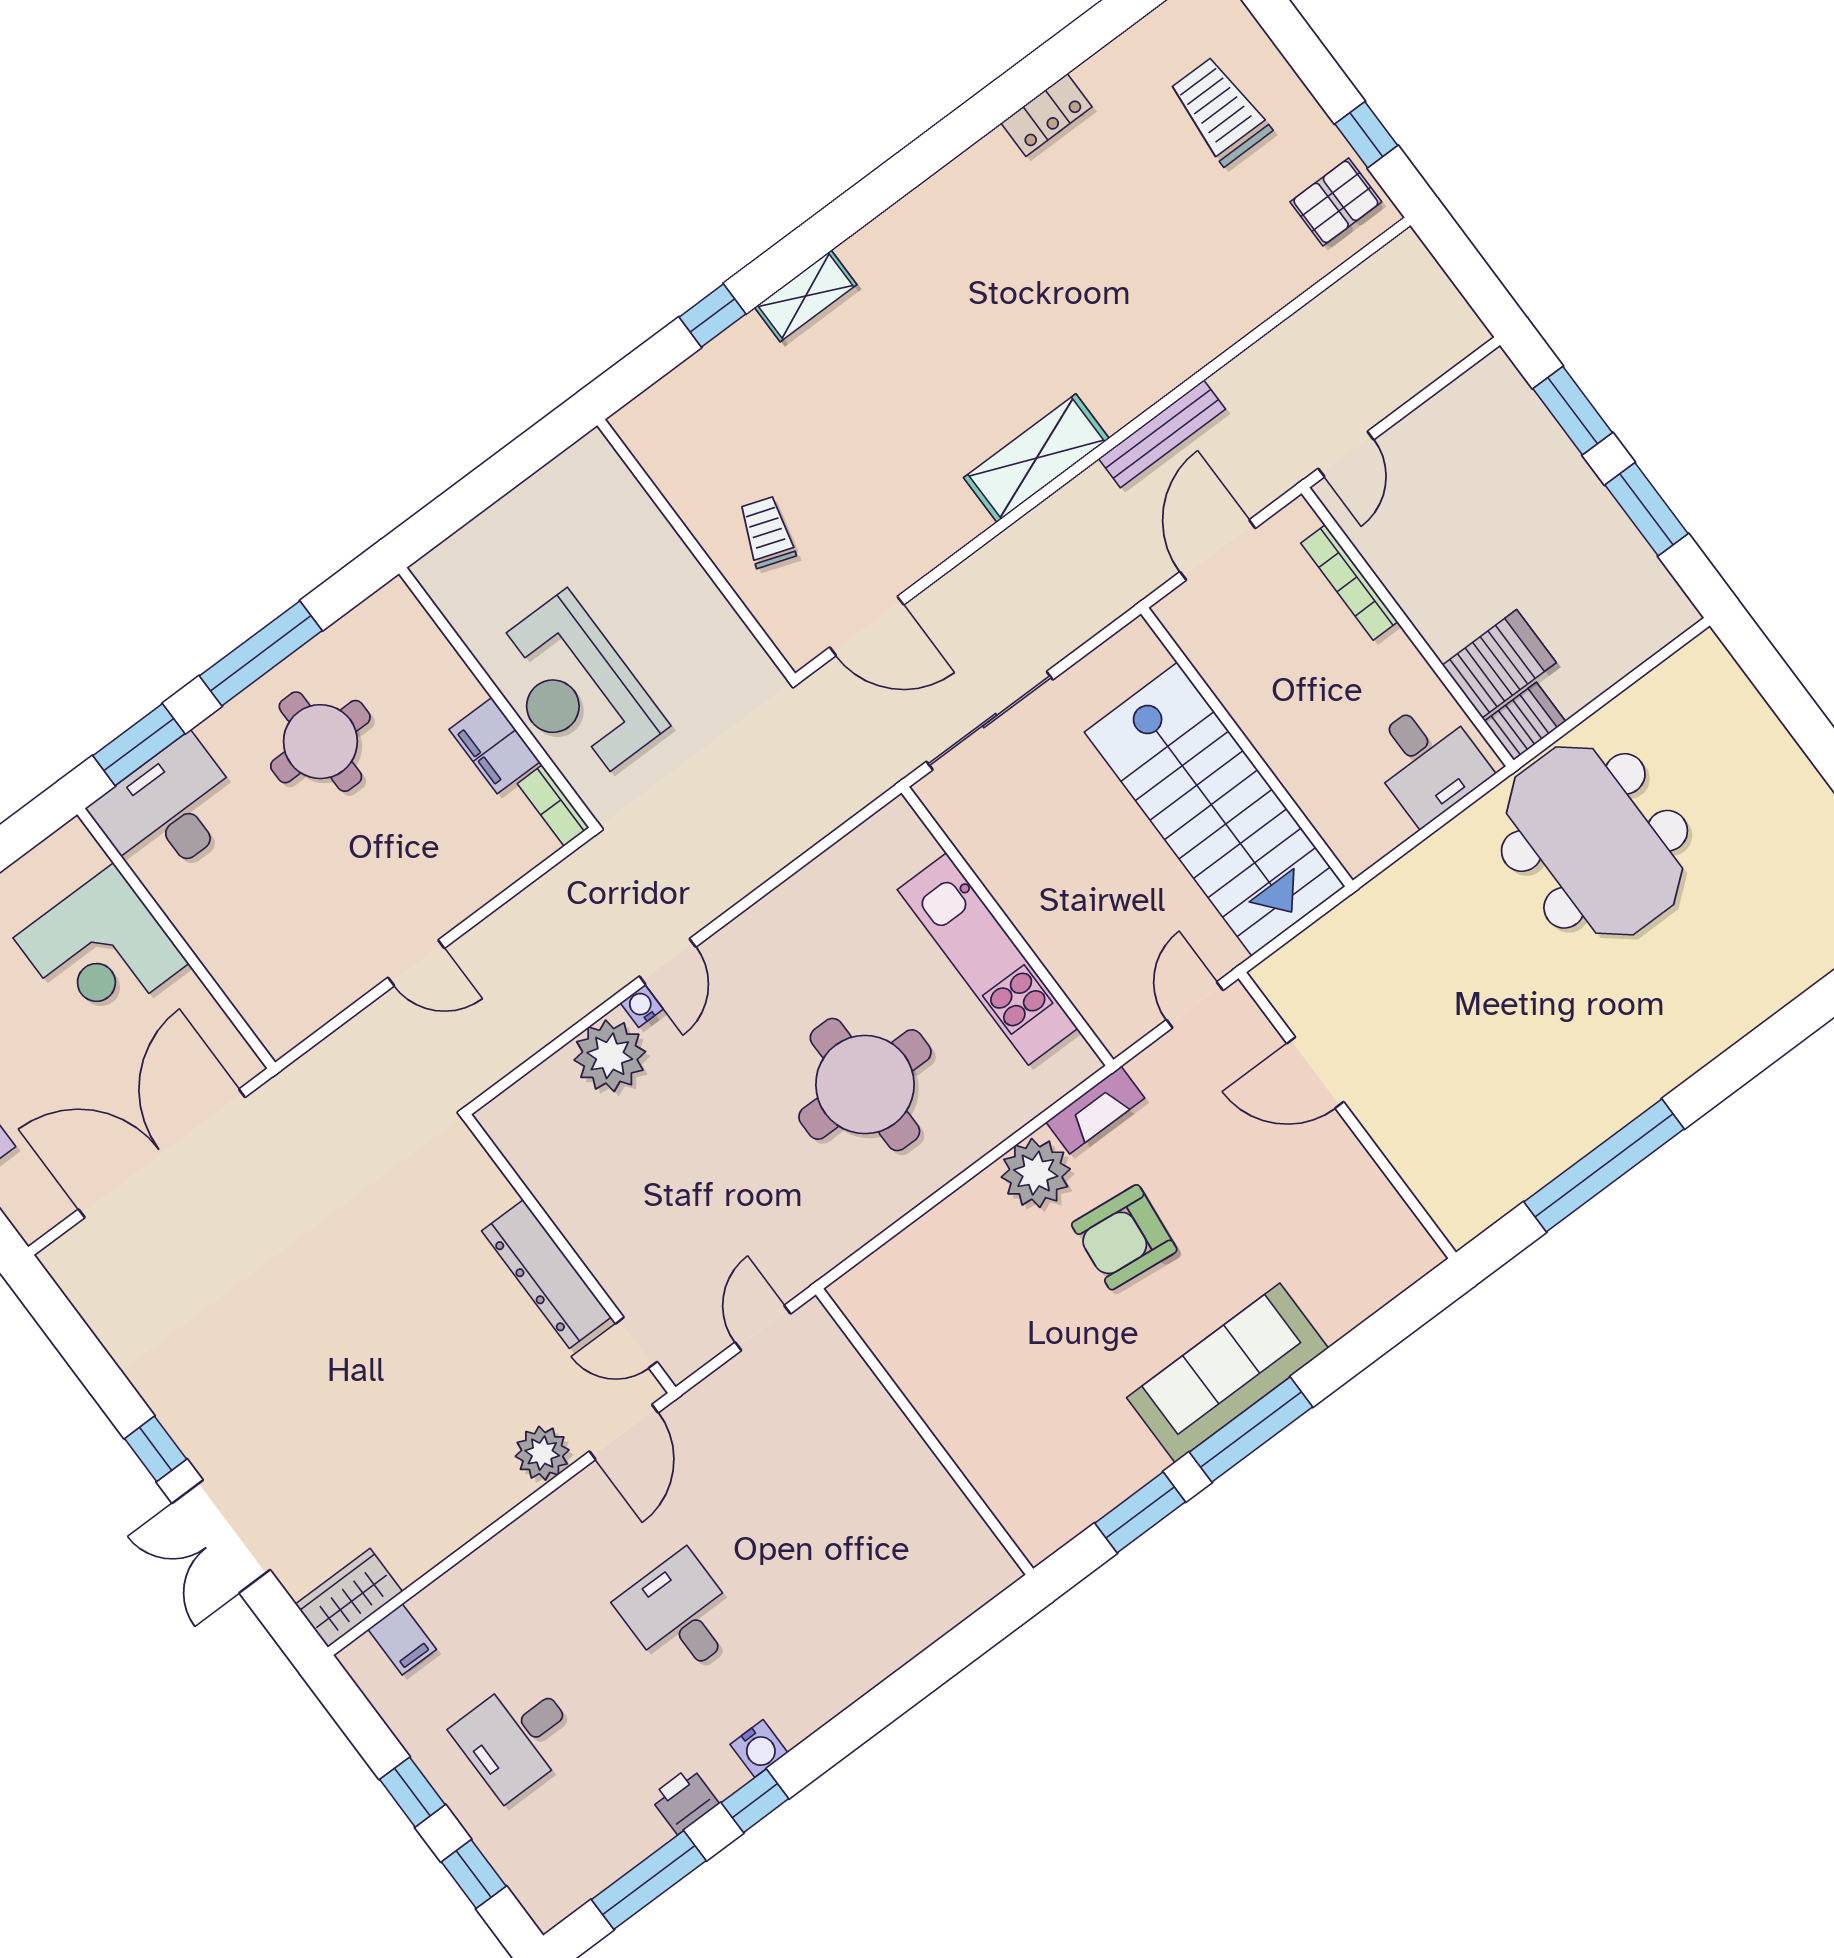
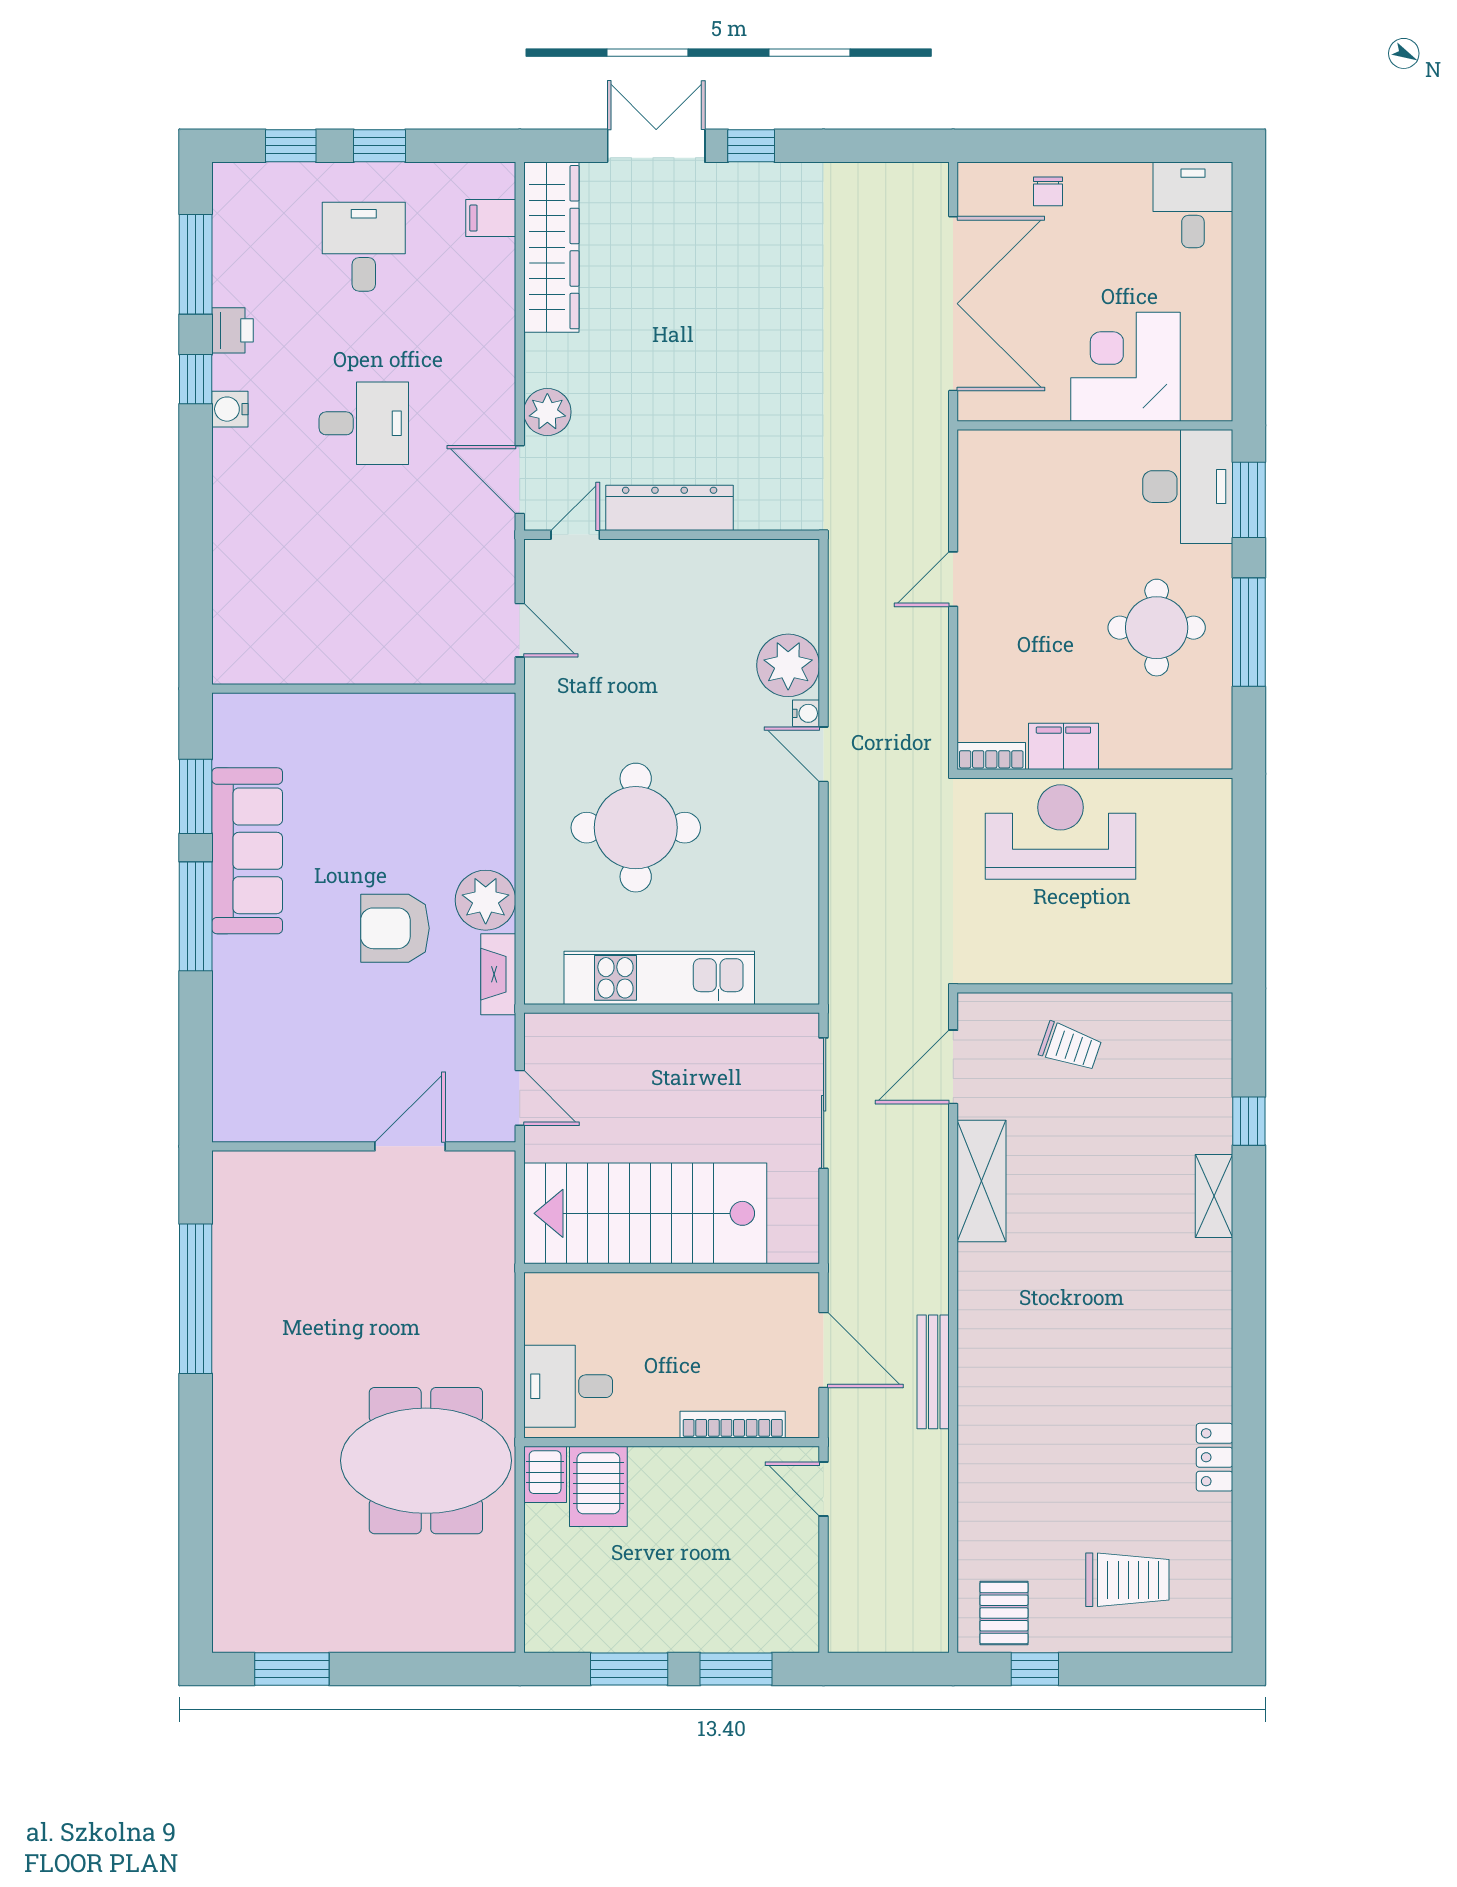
shelving: (1036, 458) -> (982, 1181), moved
armchair: (1124, 1237) -> (395, 928), turned -96
sofa: (1228, 1373) -> (247, 851), moved
wardrobe: (349, 1598) -> (551, 247), width x2.10, depth x1.17

